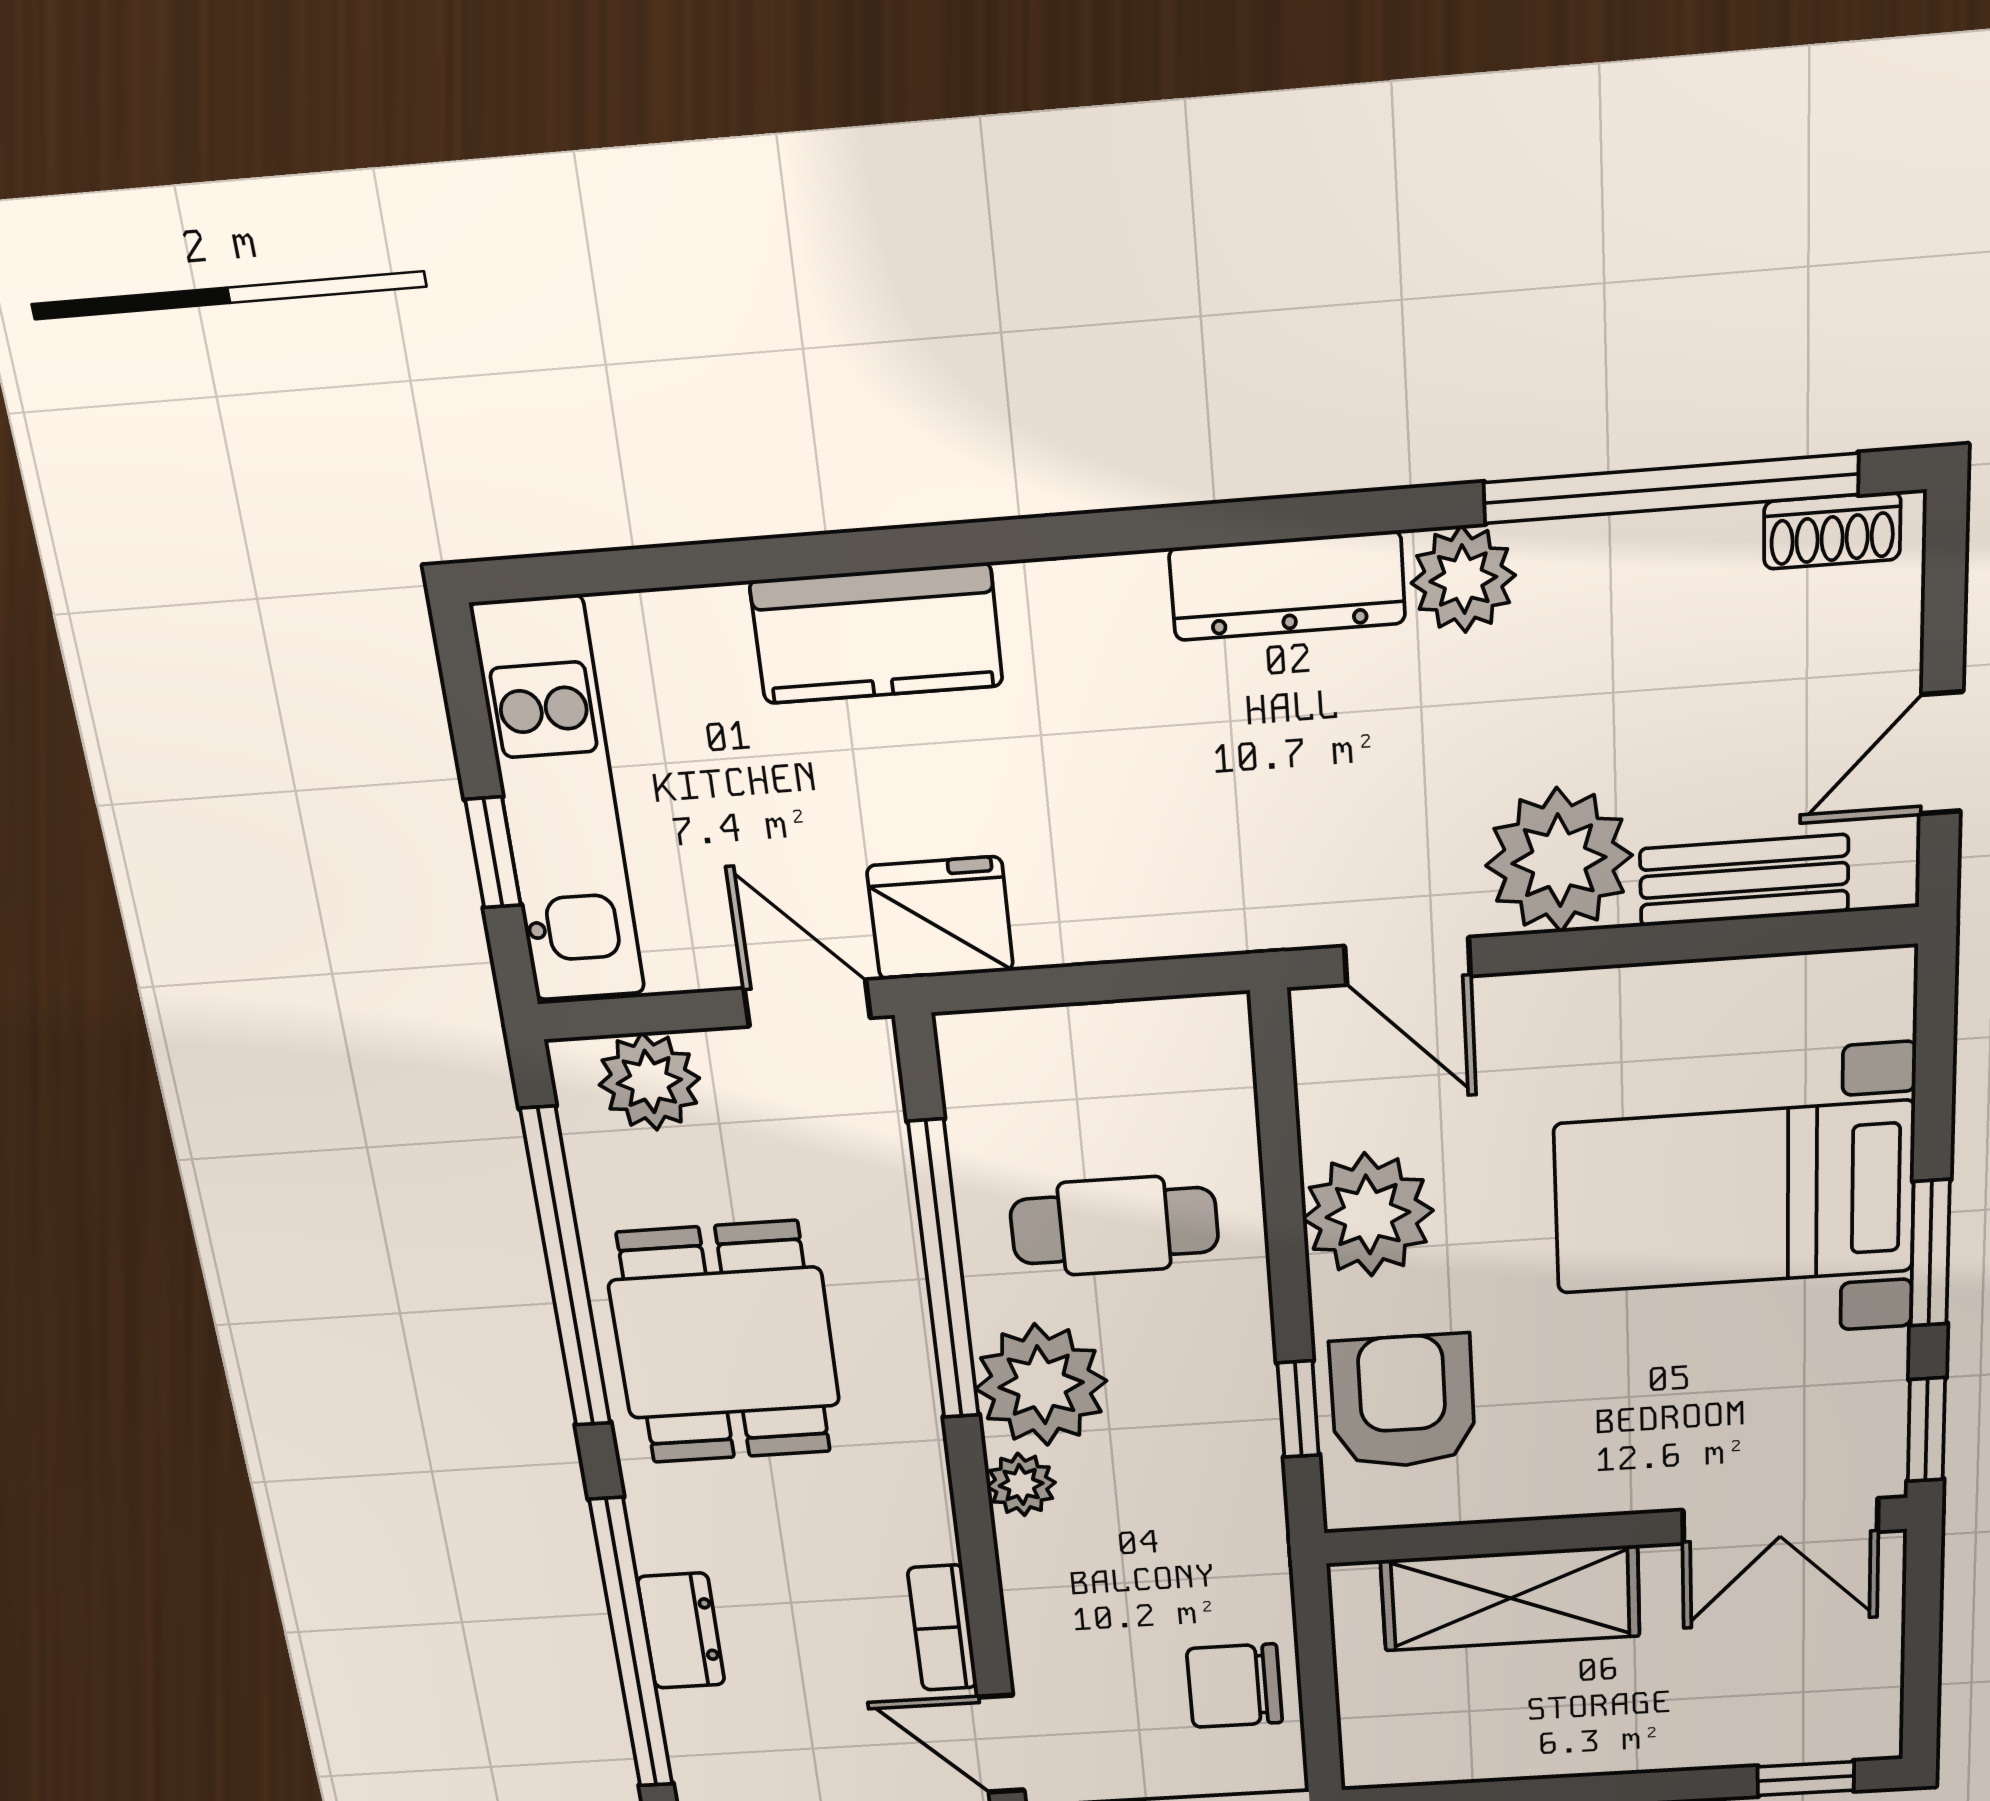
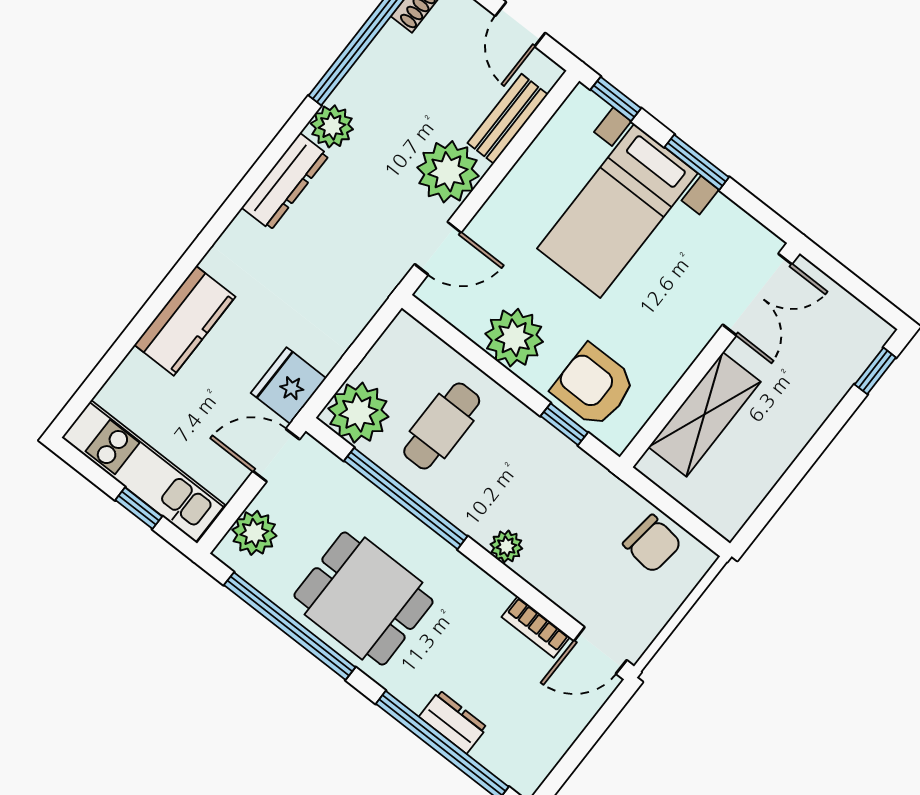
plant: (1041, 1385) -> (358, 413), moved
window: (1926, 1430) -> (616, 99), moved
chair: (1235, 1686) -> (652, 544), turned -83

